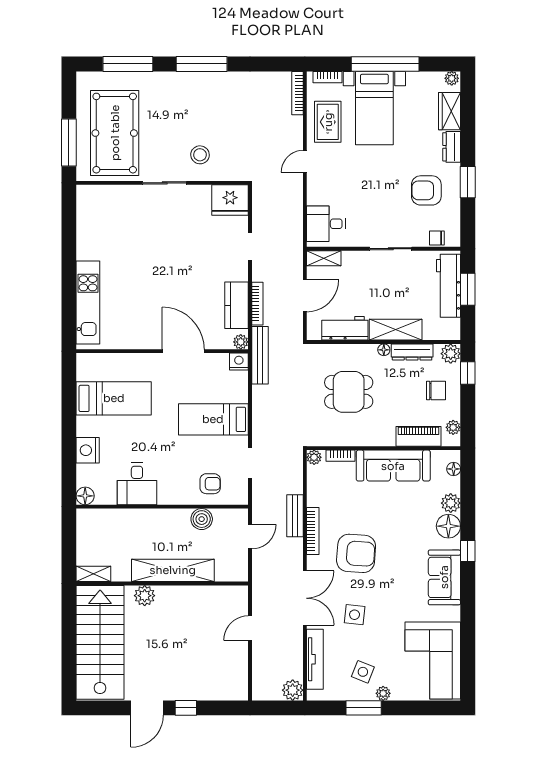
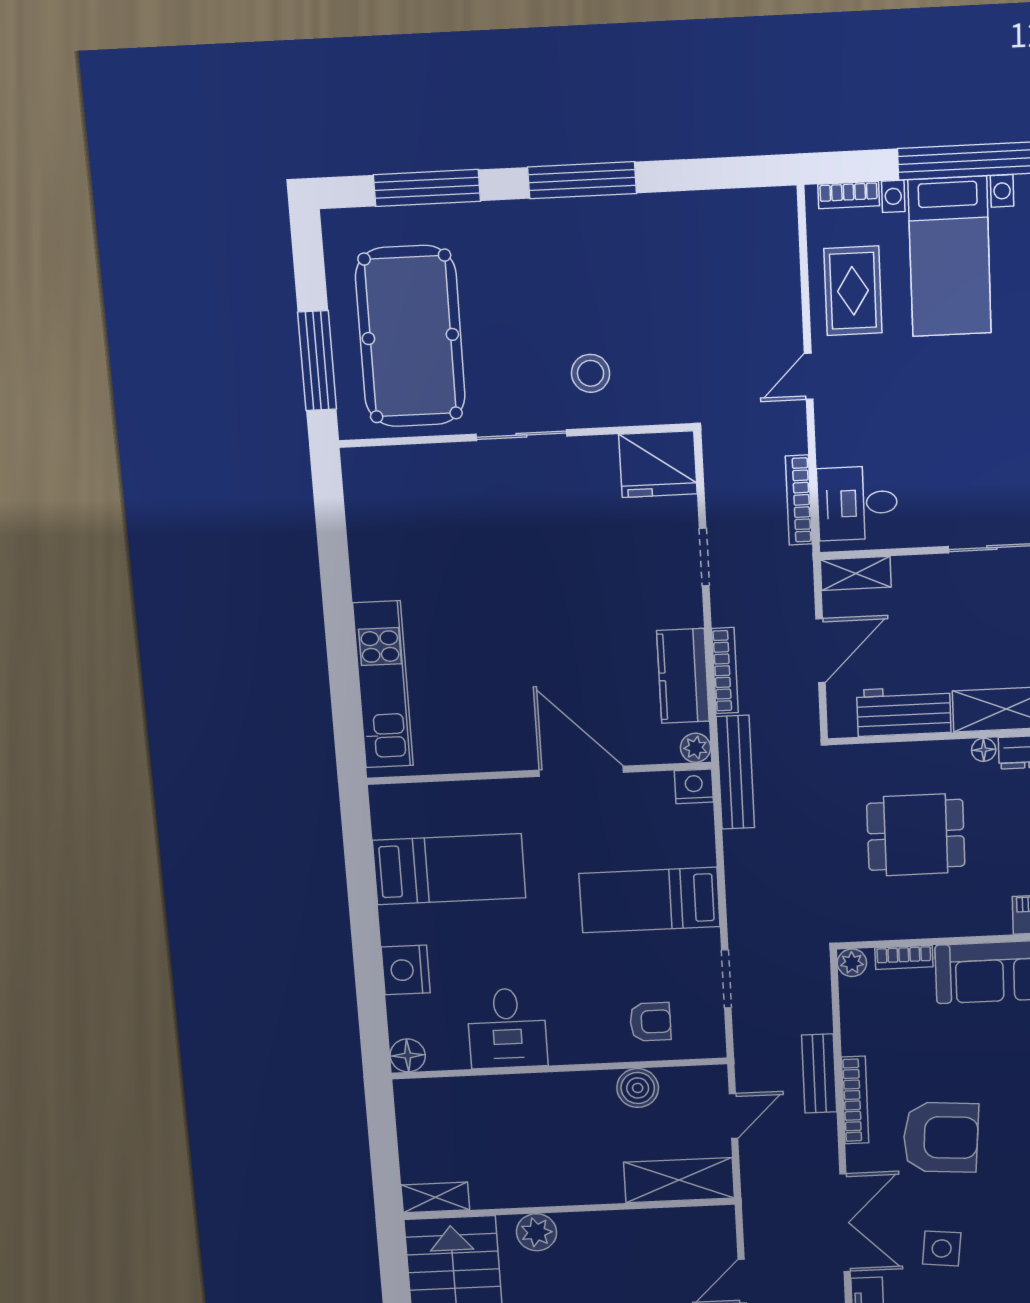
bookcase: (297, 93) -> (799, 500), moved
shelving: (173, 570) -> (679, 1180), moved, width x0.68

